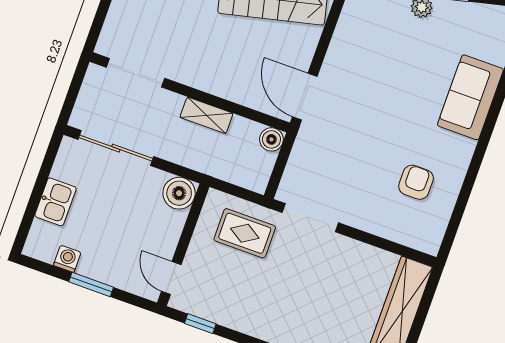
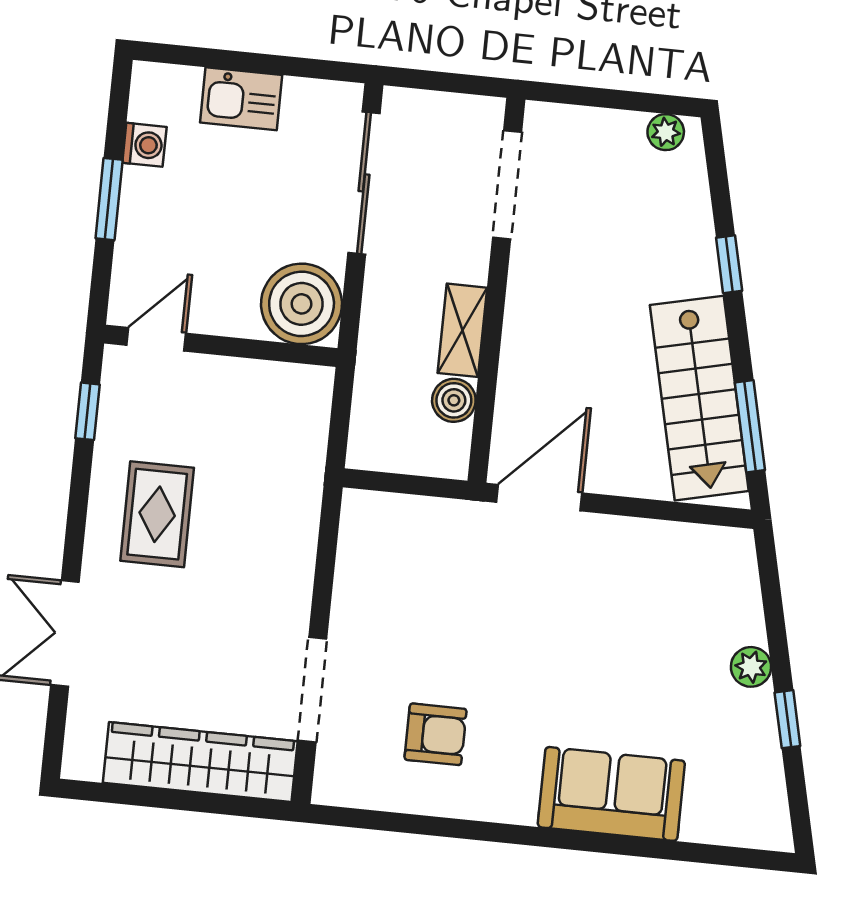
boiler: (271, 139) -> (454, 400), moved
boiler: (179, 193) -> (302, 304), width x1.37, depth x1.37
doorway: (310, 218) -> (312, 690), moved
rug: (245, 233) -> (157, 514), moved

